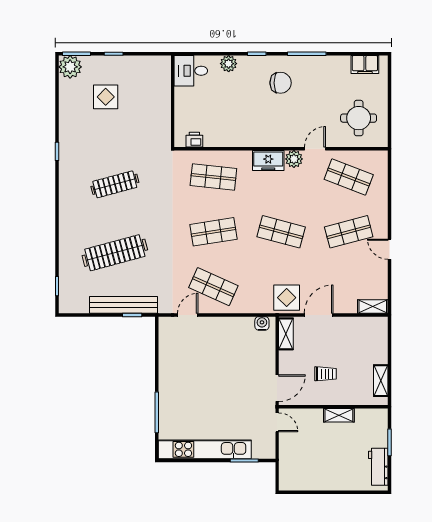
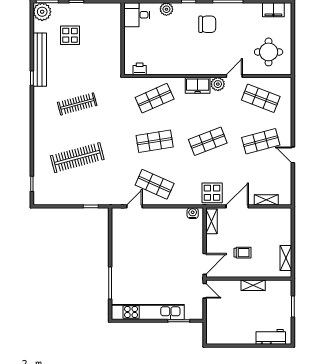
shop shelf: (213, 177) -> (155, 98), turned -30
shop shelf: (281, 232) -> (208, 141), turned -36
bench: (123, 305) -> (40, 60), moved, turned 90
shelving: (373, 307) -> (266, 200), moved
workbench: (378, 467) -> (271, 337), moved, turned 90

